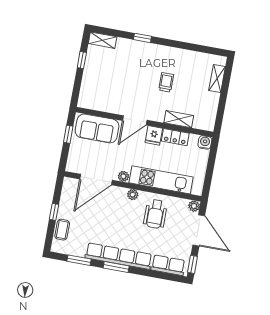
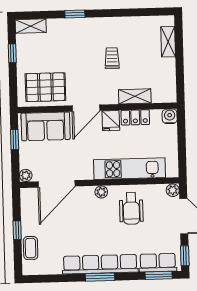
pallet: (104, 95) -> (45, 87), added
plant: (123, 176) -> (26, 175), moved
window: (79, 260) -> (159, 275), moved

